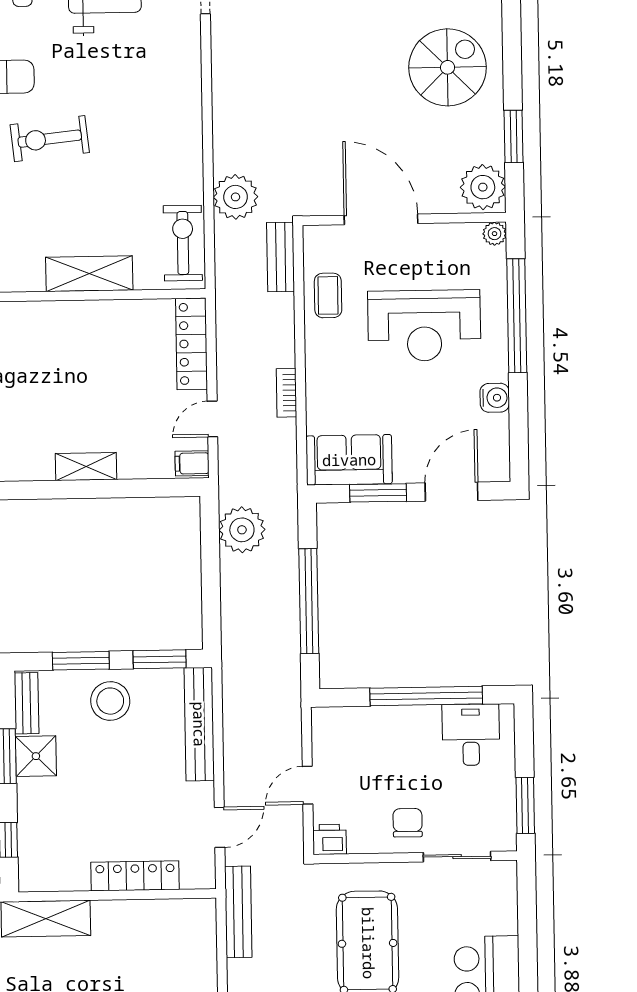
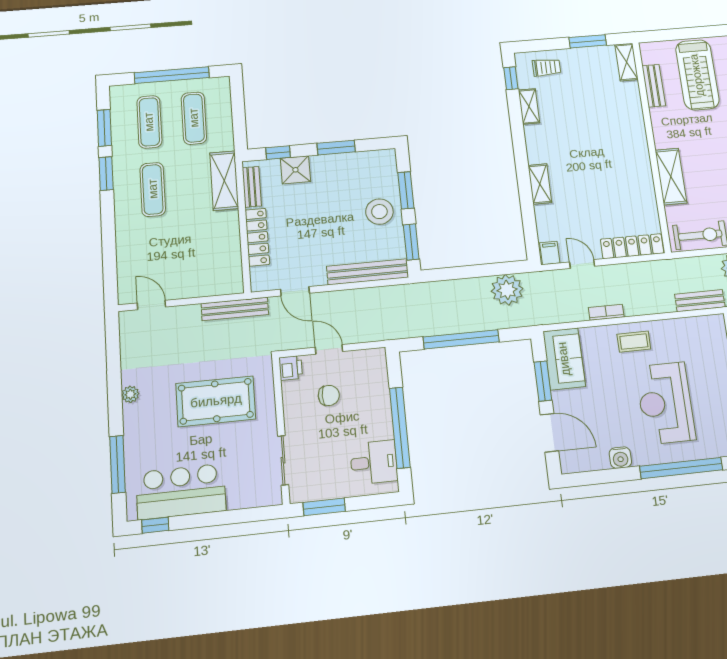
coffee table: (328, 295) -> (634, 342), moved
bench: (27, 703) -> (252, 187), moved, turned 90
shower: (36, 756) -> (295, 170), moved
chair: (408, 823) -> (329, 395), moved

